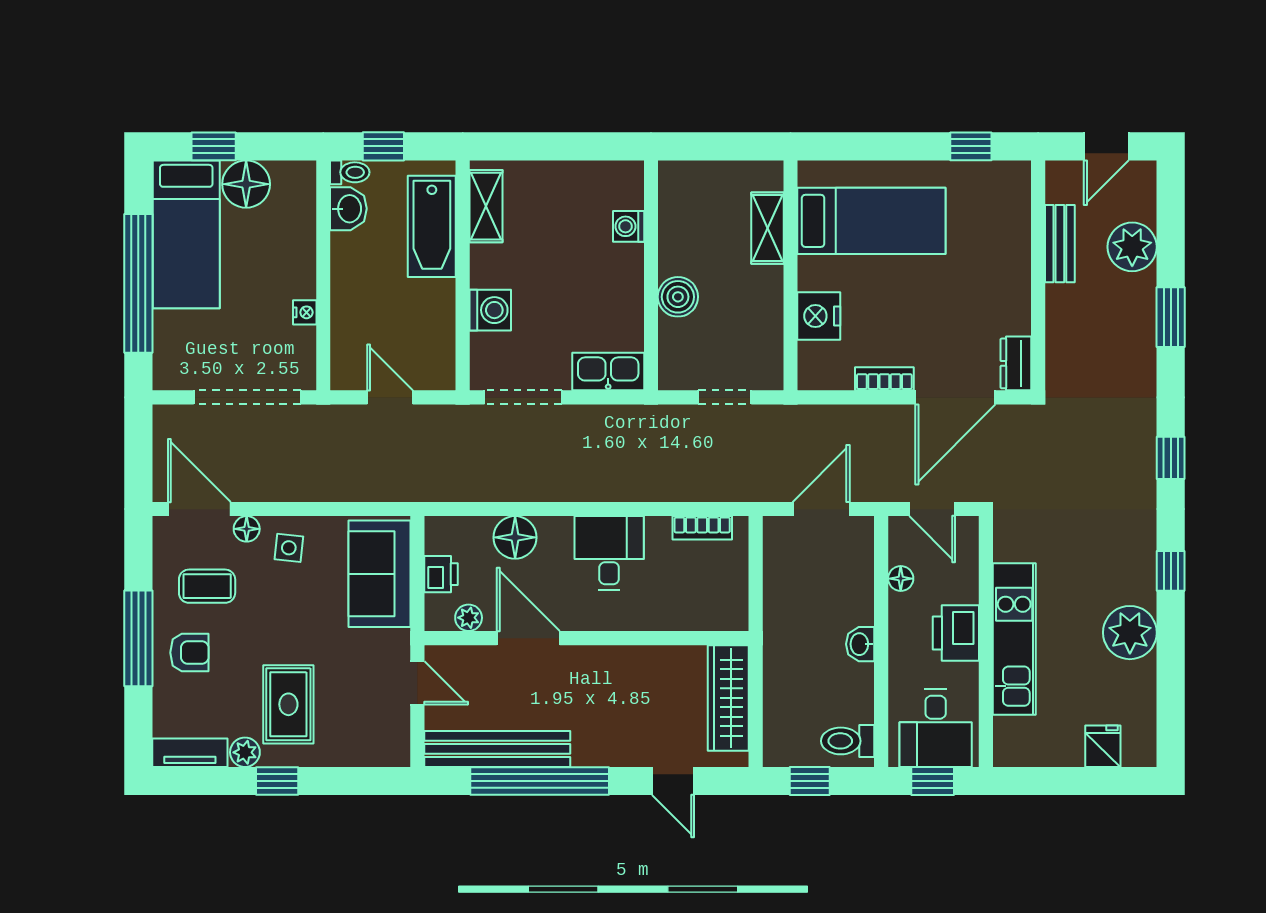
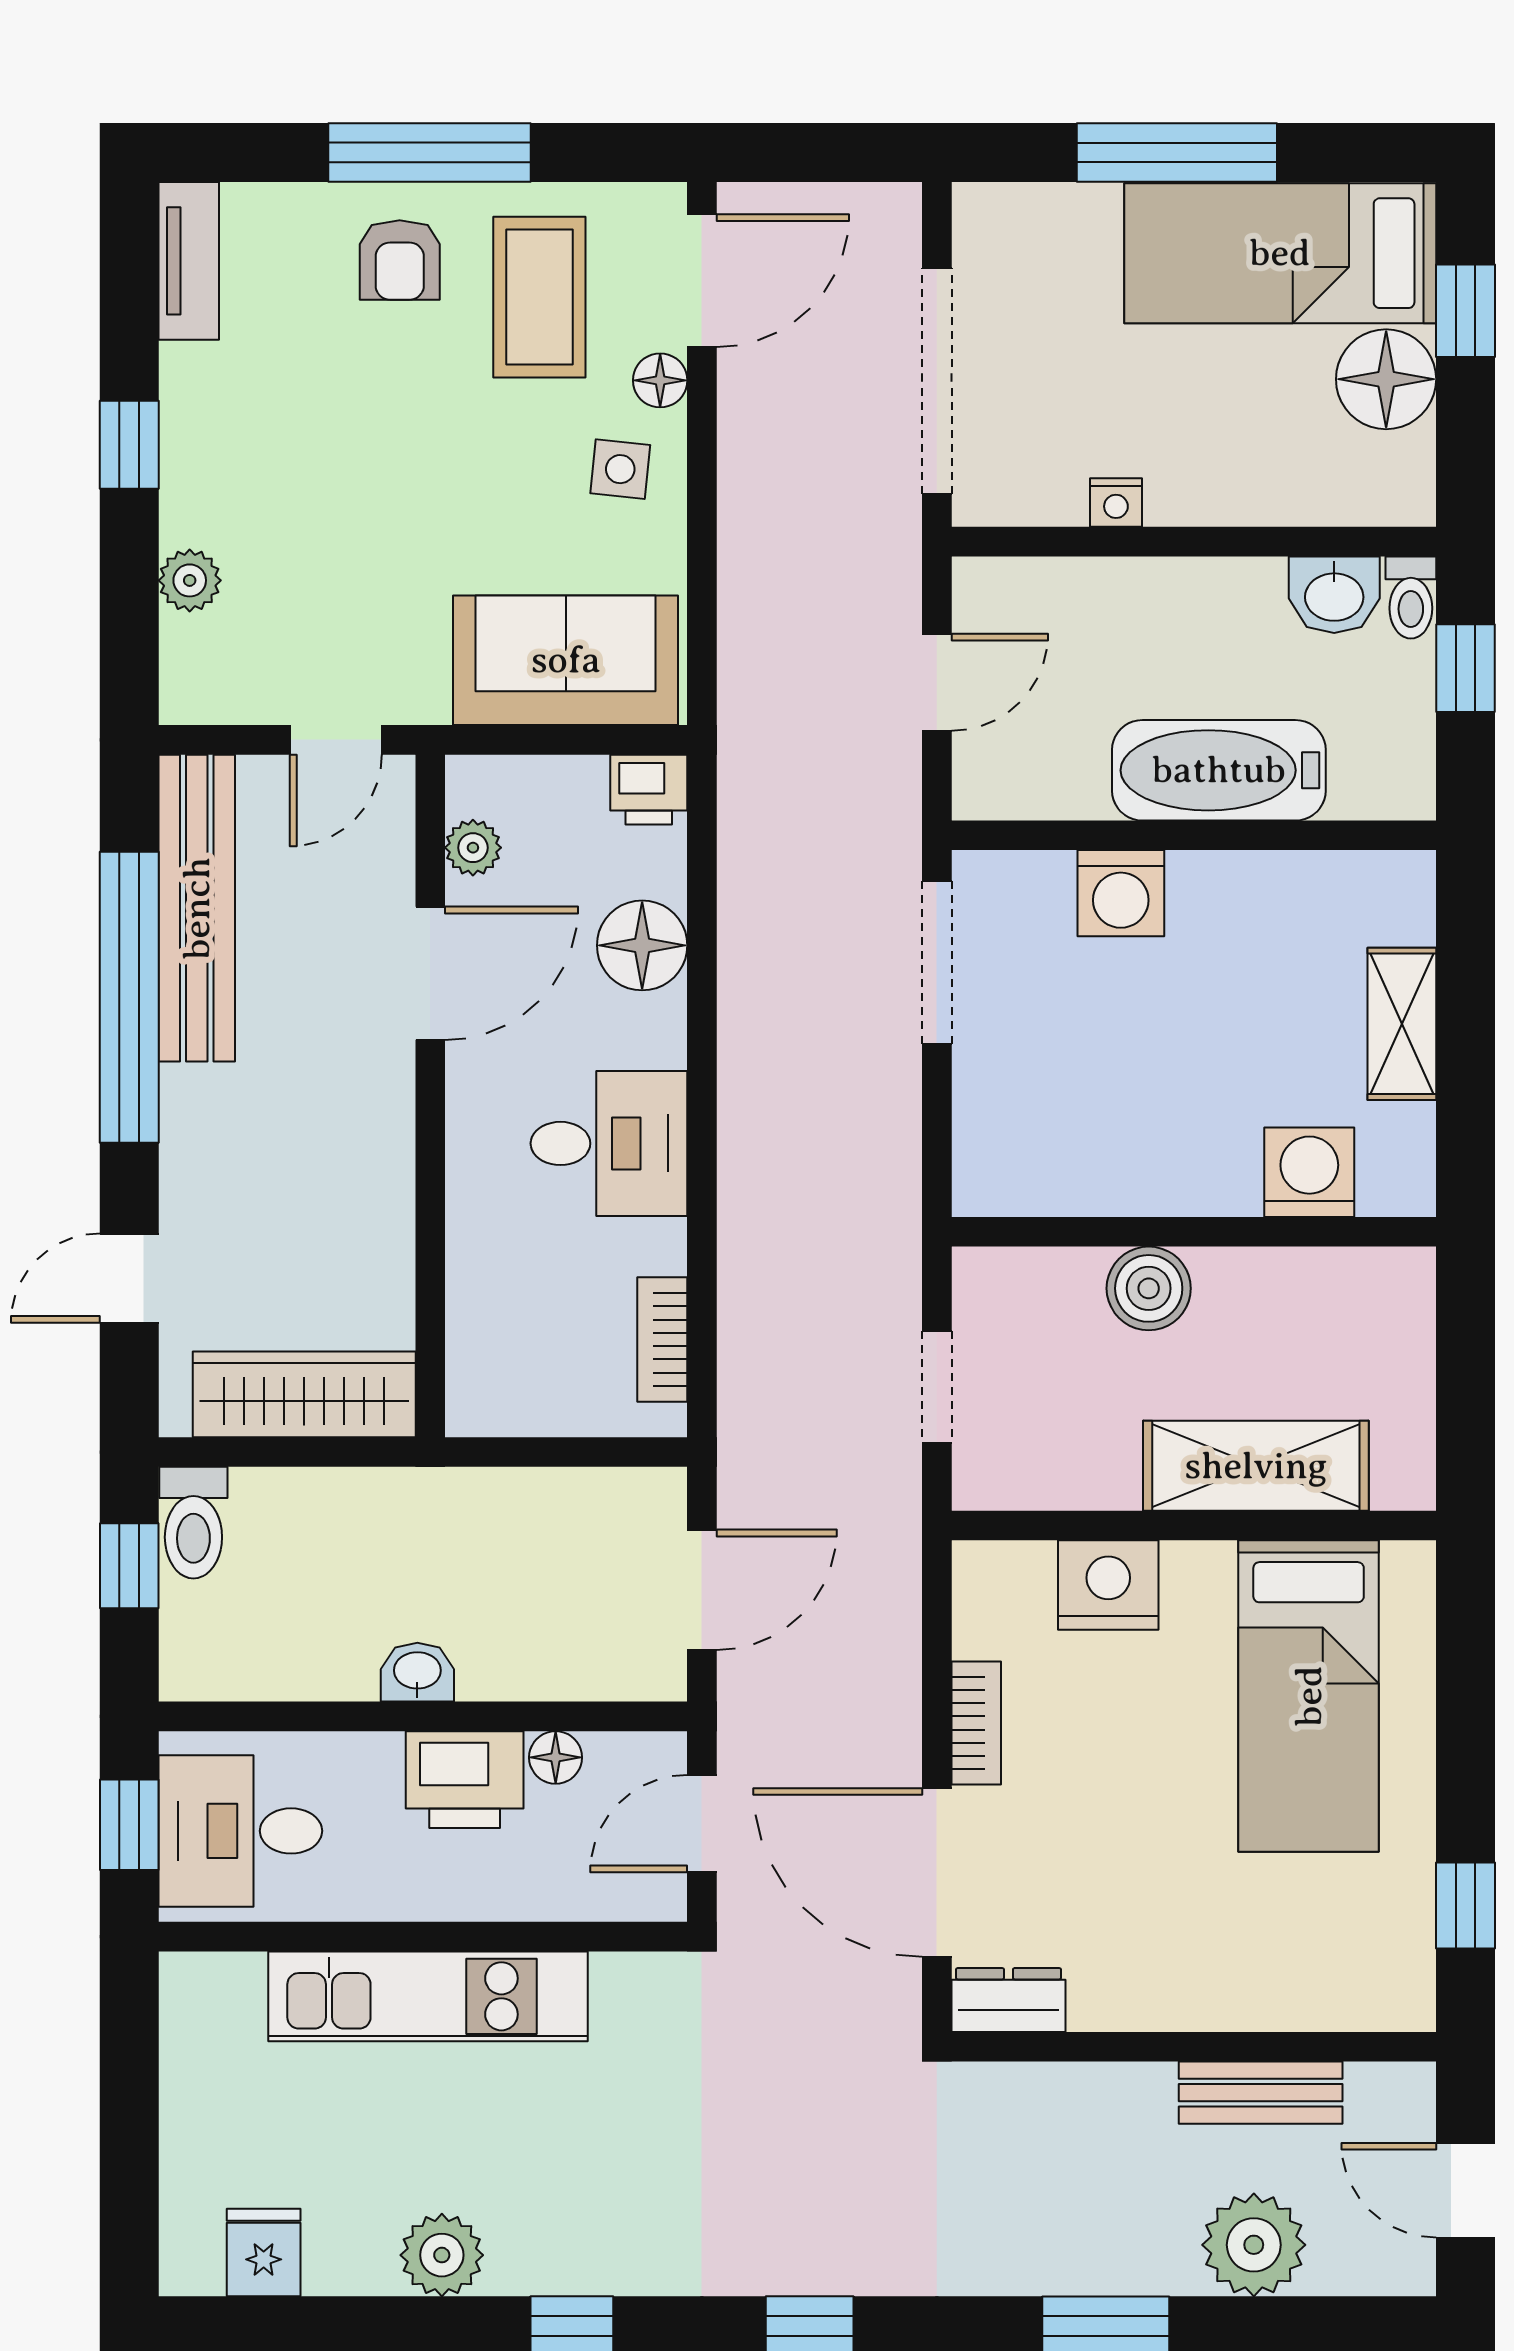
shelving: (486, 206) -> (1402, 1024), moved, turned 90
bathtub: (432, 226) -> (1219, 770), moved
washing machine: (629, 226) -> (1309, 1172), width x1.38, depth x1.38
shelving: (767, 228) -> (1256, 1466), width x1.50, depth x1.33
window: (138, 283) -> (1177, 152), width x0.68
kitchen sink: (608, 372) -> (991, 1142), removed
door: (821, 509) -> (702, 1590), hinge flipped
printer: (441, 574) -> (649, 790), moved
coffee table: (207, 586) -> (539, 297), width x1.36, depth x1.30
printer: (956, 633) -> (465, 1780), moved, turned 180
plant: (1130, 633) -> (442, 2255), width x0.73, depth x0.73
rug: (288, 704) -> (291, 468), removed
toilet: (848, 741) -> (193, 1523), moved, turned 180
fridge: (1103, 746) -> (264, 2252), moved, turned -90
plant: (245, 752) -> (190, 580), moved

